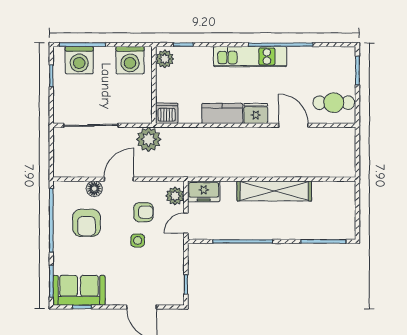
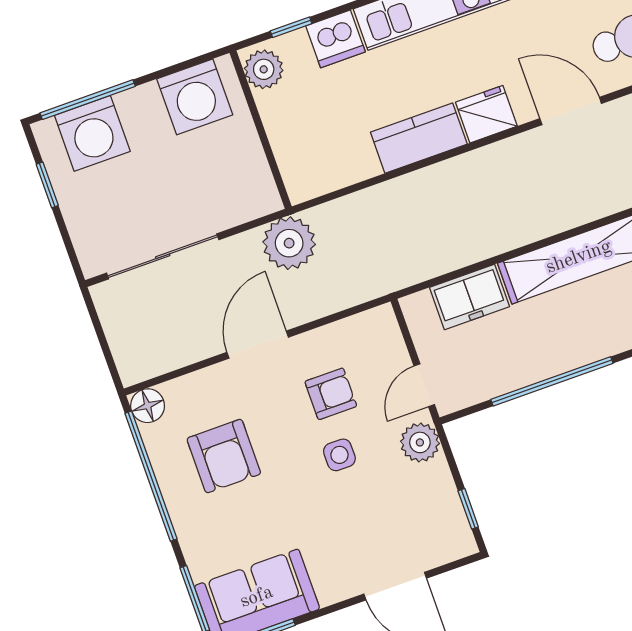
dishwasher: (167, 113) -> (336, 39), moved, turned 180
floor lamp: (94, 189) -> (148, 406), moved
freezer: (204, 191) -> (470, 297), moved
plant: (175, 196) -> (420, 442), moved

